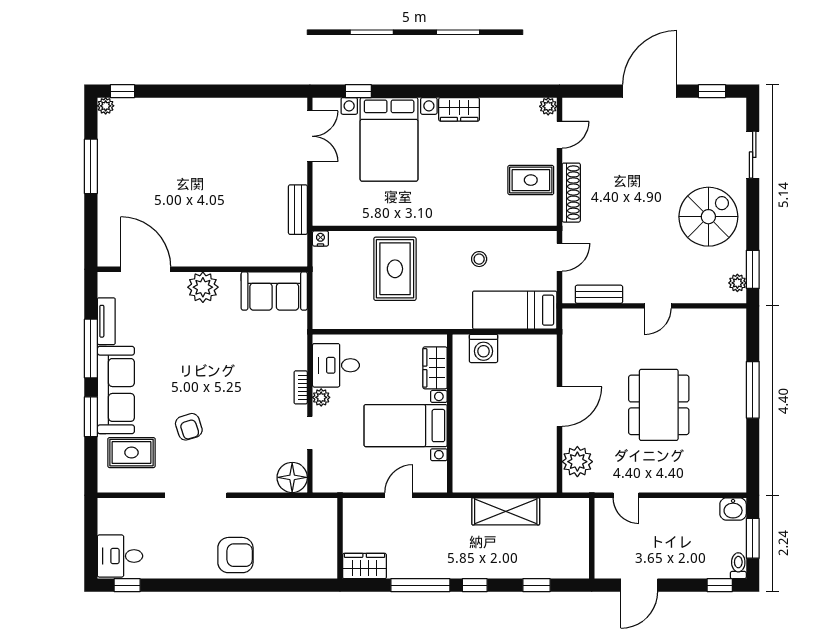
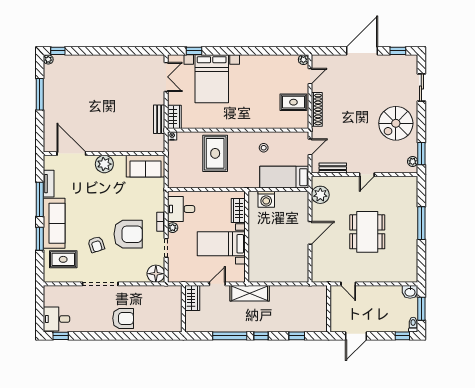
wardrobe: (459, 109) -> (174, 117), moved, turned -90
spiral stairs: (708, 217) -> (396, 123), turned 180
armchair: (244, 409) -> (128, 234), added
plant: (577, 462) -> (320, 195), moved
shelving: (506, 511) -> (250, 293), moved
wardrobe: (365, 566) -> (192, 298), moved, turned 90

